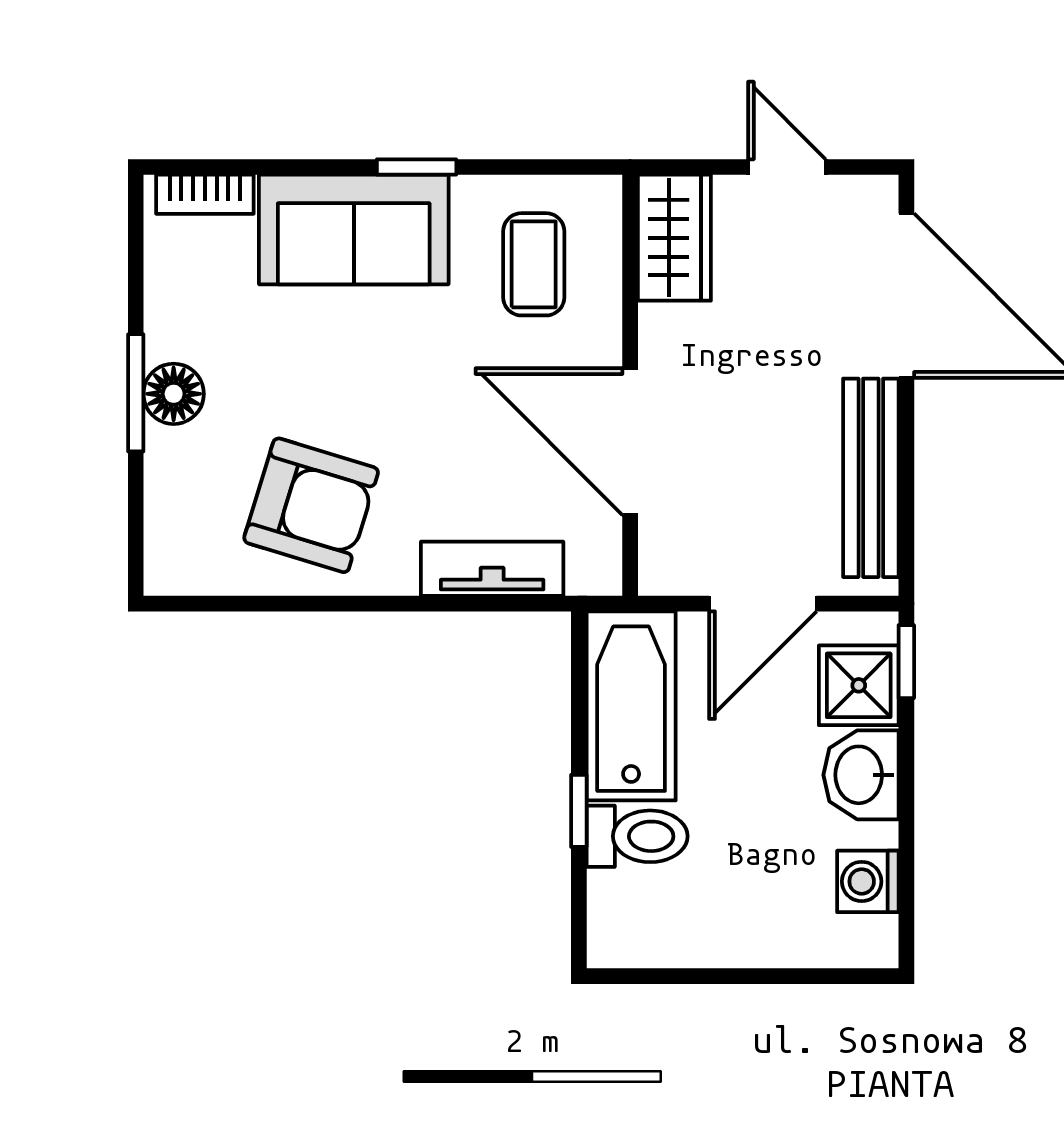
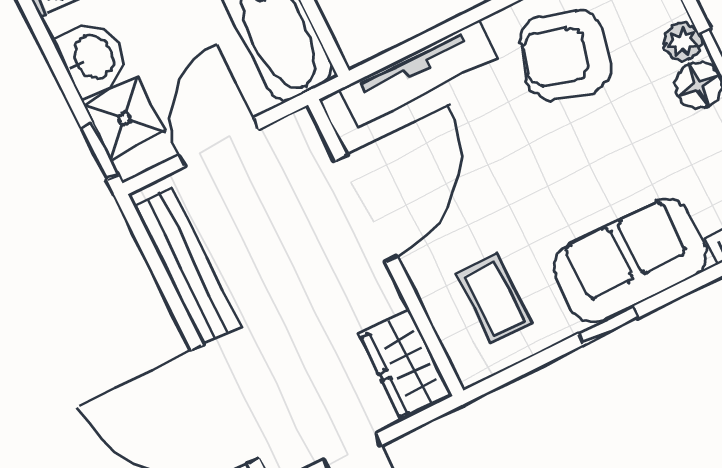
door: (630, 442) -> (366, 209), hinge flipped
plant: (167, 453) -> (683, 42), added
tv unit: (492, 569) -> (418, 73), width x1.41

